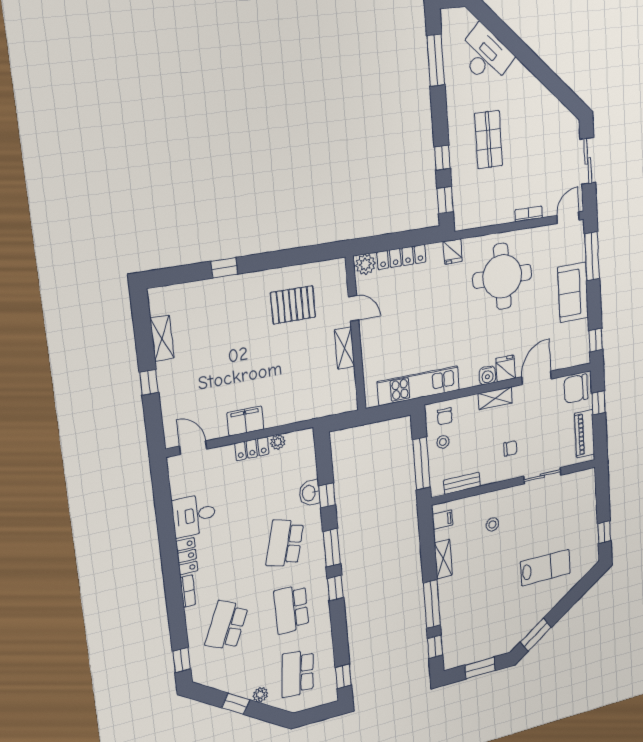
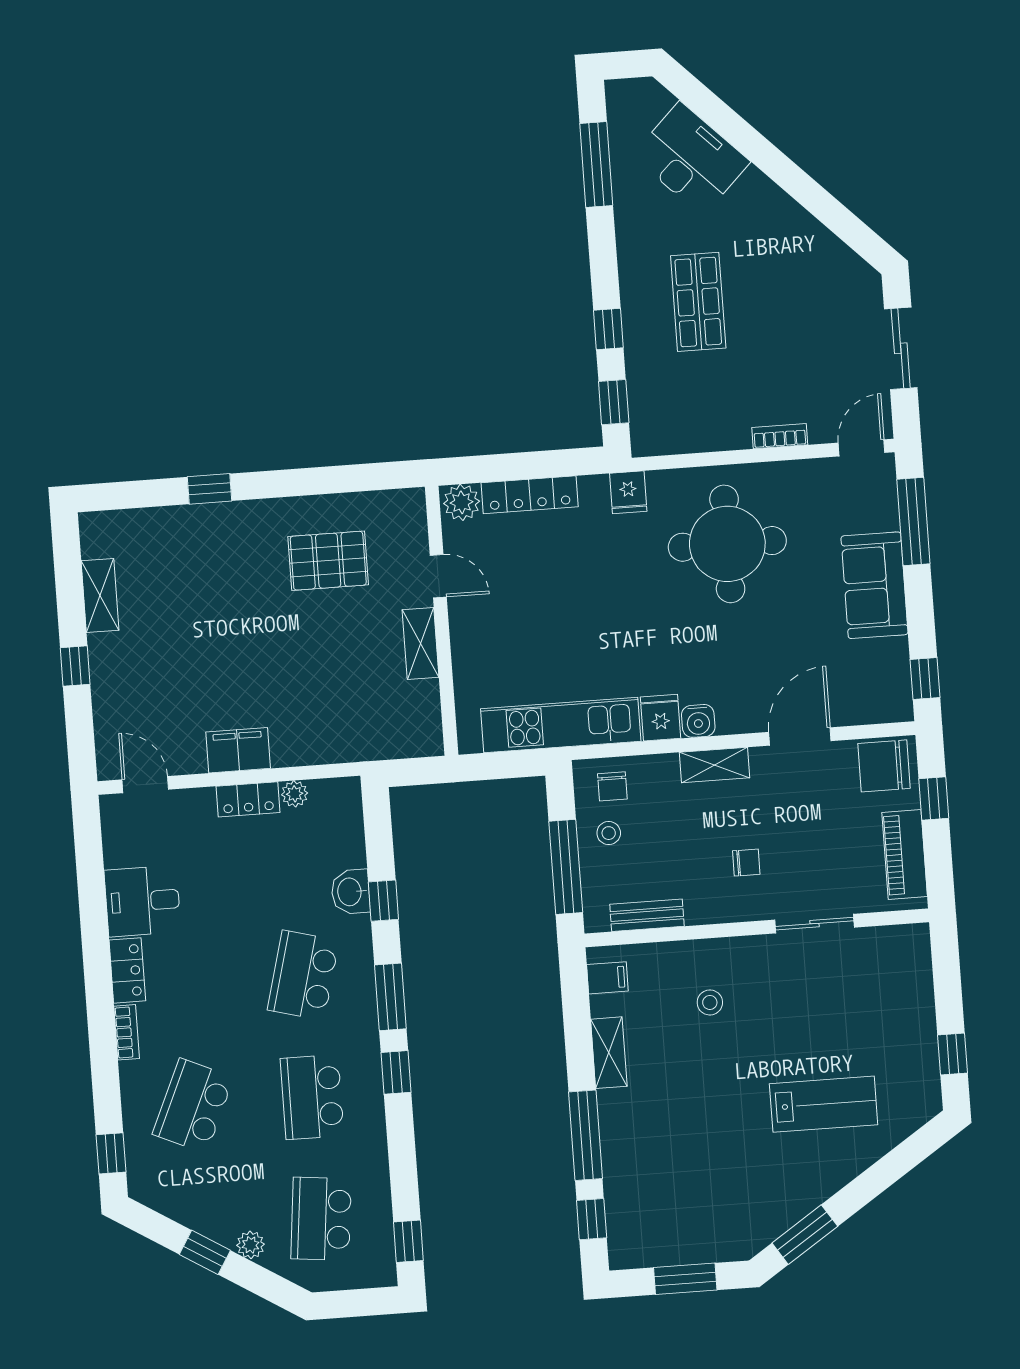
fridge: (506, 368) -> (660, 718), moved

